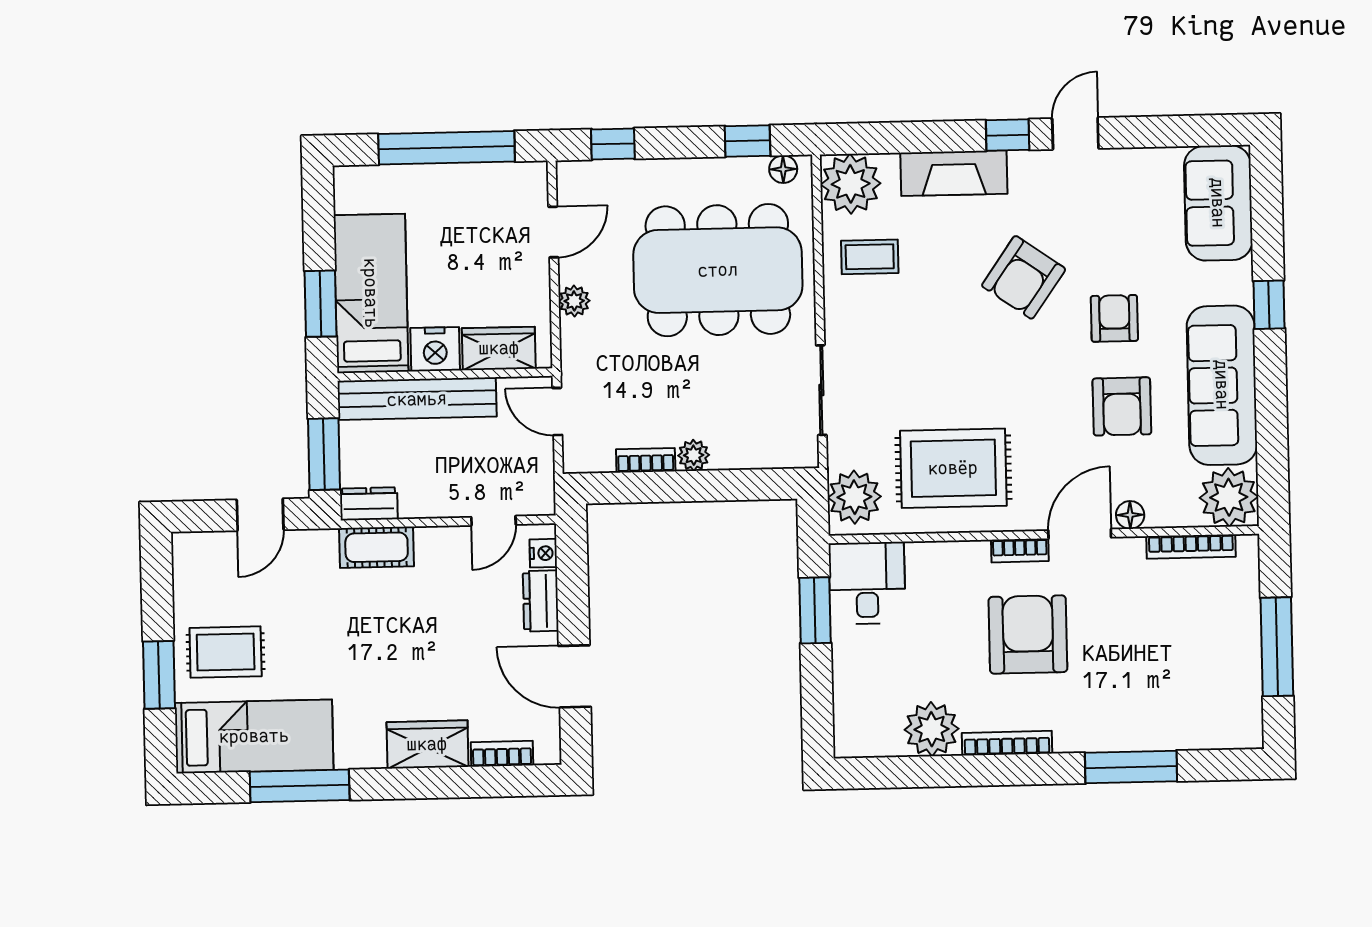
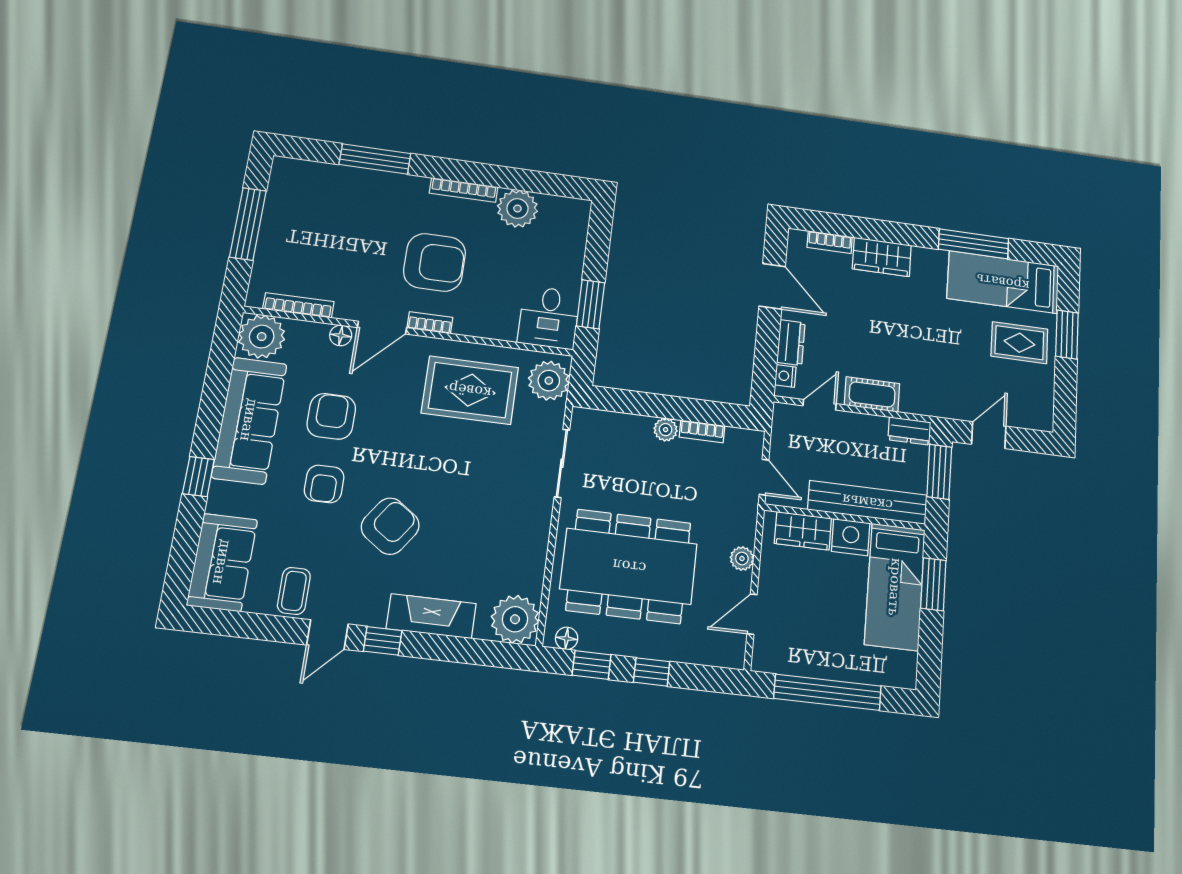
window: (613, 144) -> (652, 672), moved
coffee table: (870, 257) -> (294, 591), moved, turned 90
cot: (377, 547) -> (872, 394), moved
armchair: (1028, 634) -> (435, 262), turned -90

